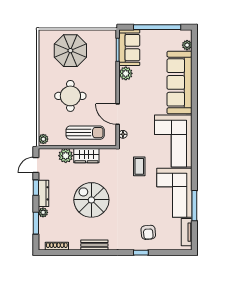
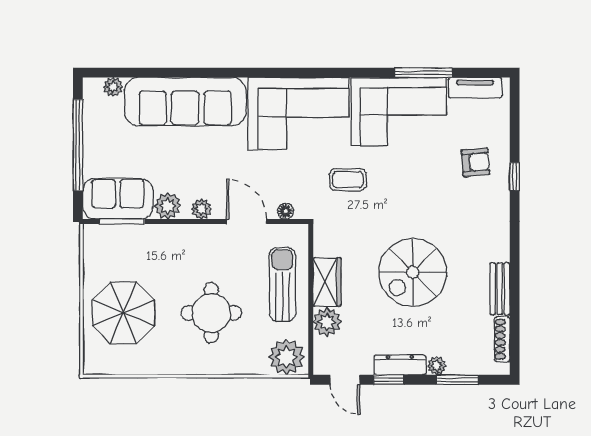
plant: (124, 91) -> (201, 209), added
door: (118, 114) -> (247, 221), swing flipped
plant: (43, 139) -> (286, 357), width x1.87, depth x1.87
bench: (94, 245) -> (500, 289), moved

